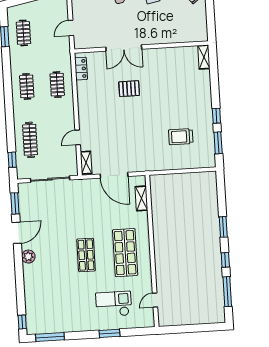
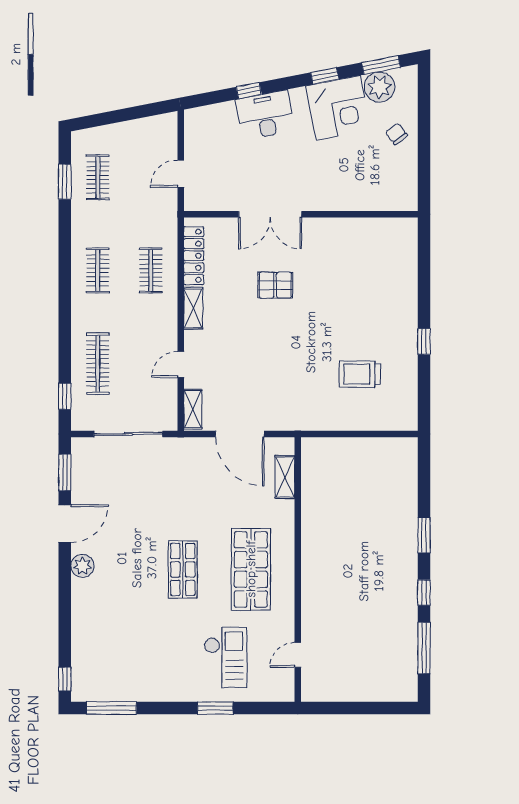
shelving: (204, 57) -> (193, 308), moved
locker: (81, 69) -> (194, 256), width x1.53
window: (218, 143) -> (424, 389), removed
checkout: (114, 304) -> (226, 658), turned 90

